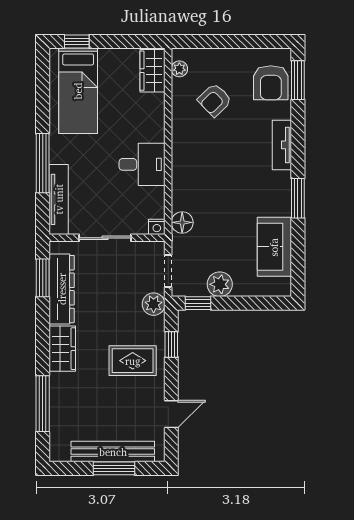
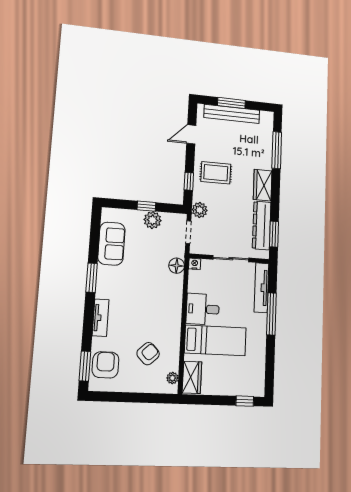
bed: (78, 91) -> (215, 340), moved, turned 90
window: (198, 303) -> (146, 206), moved

